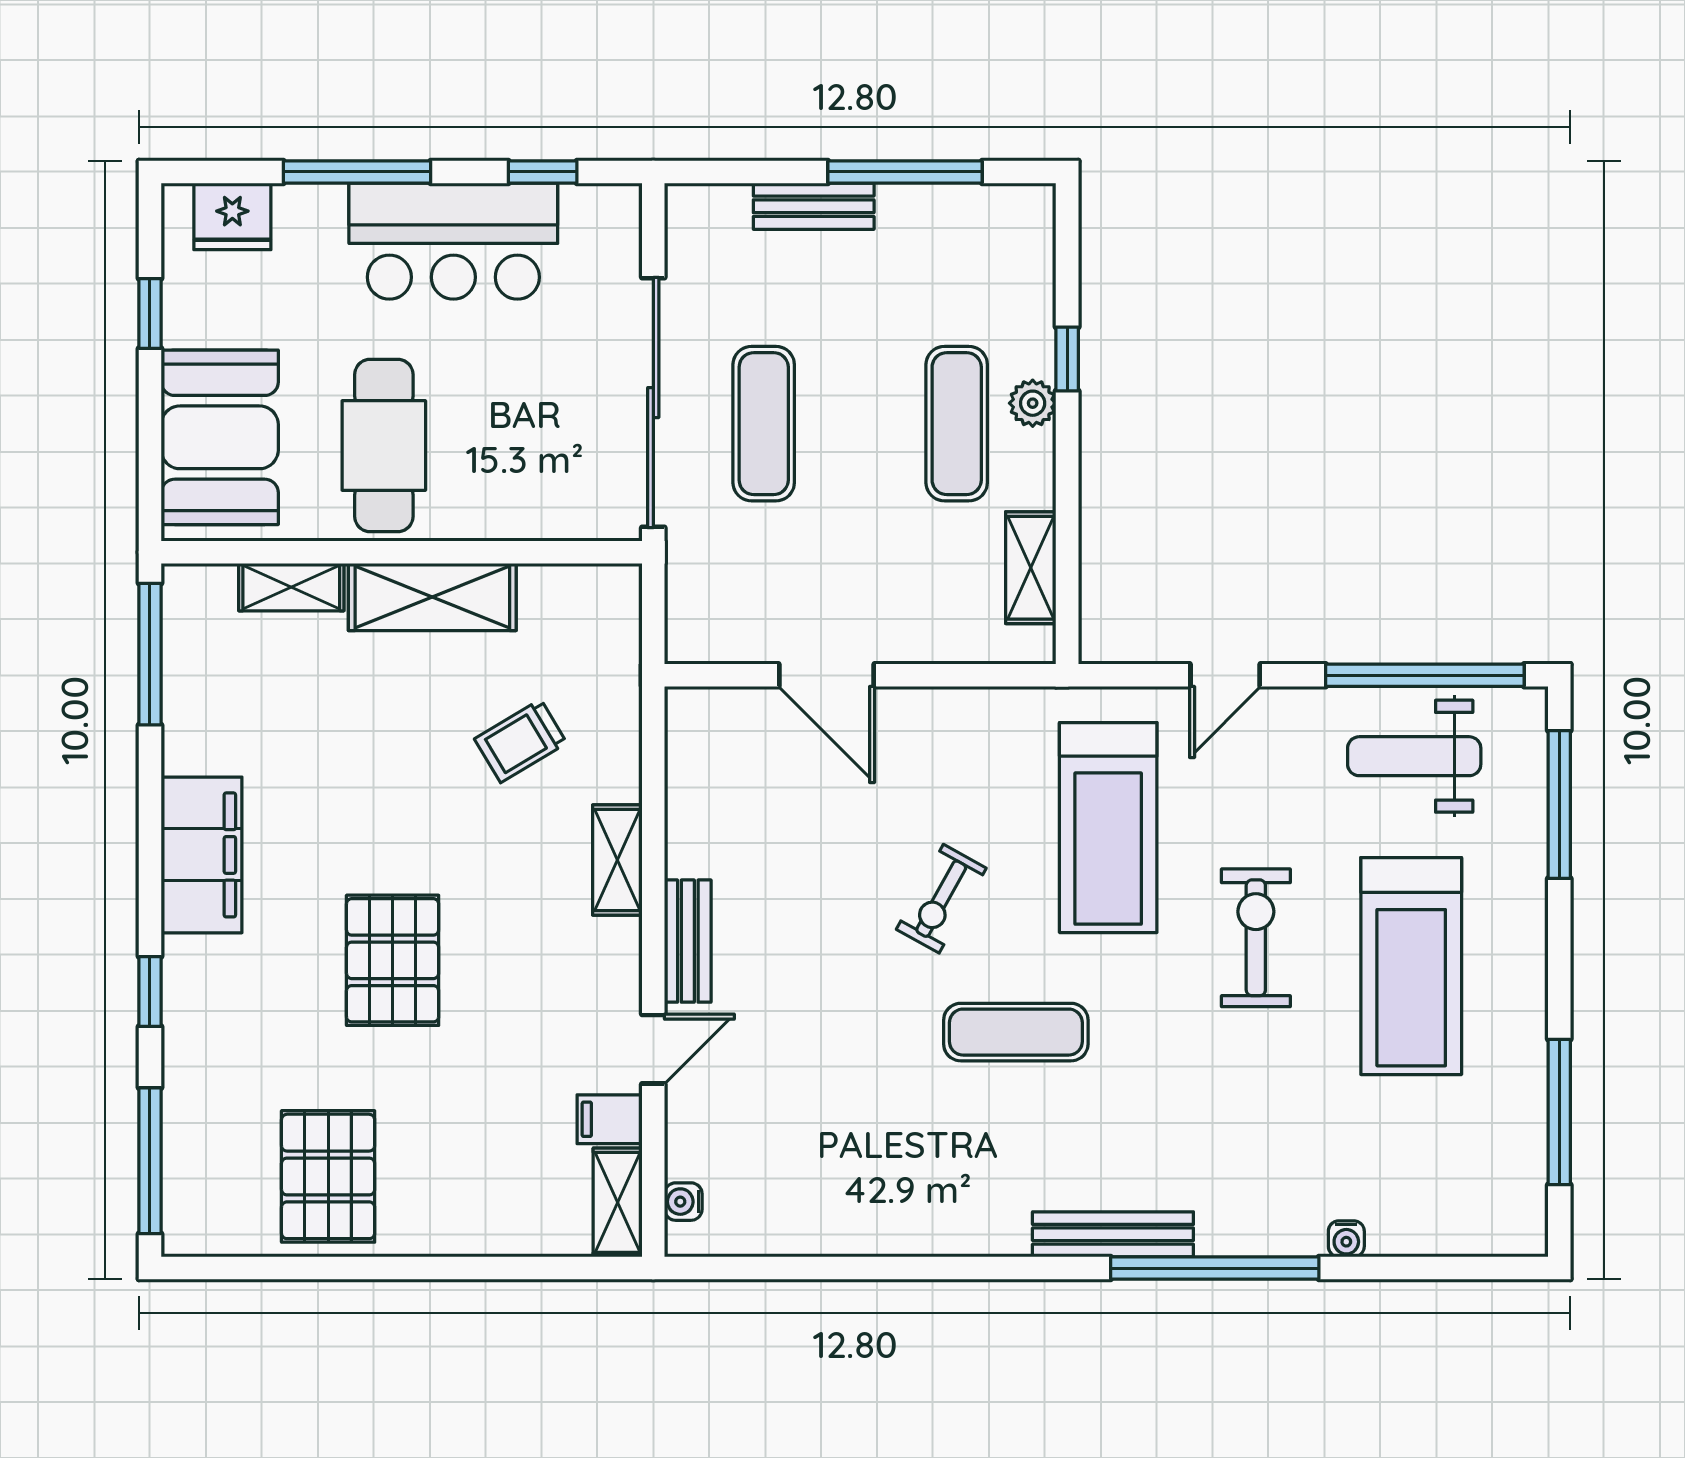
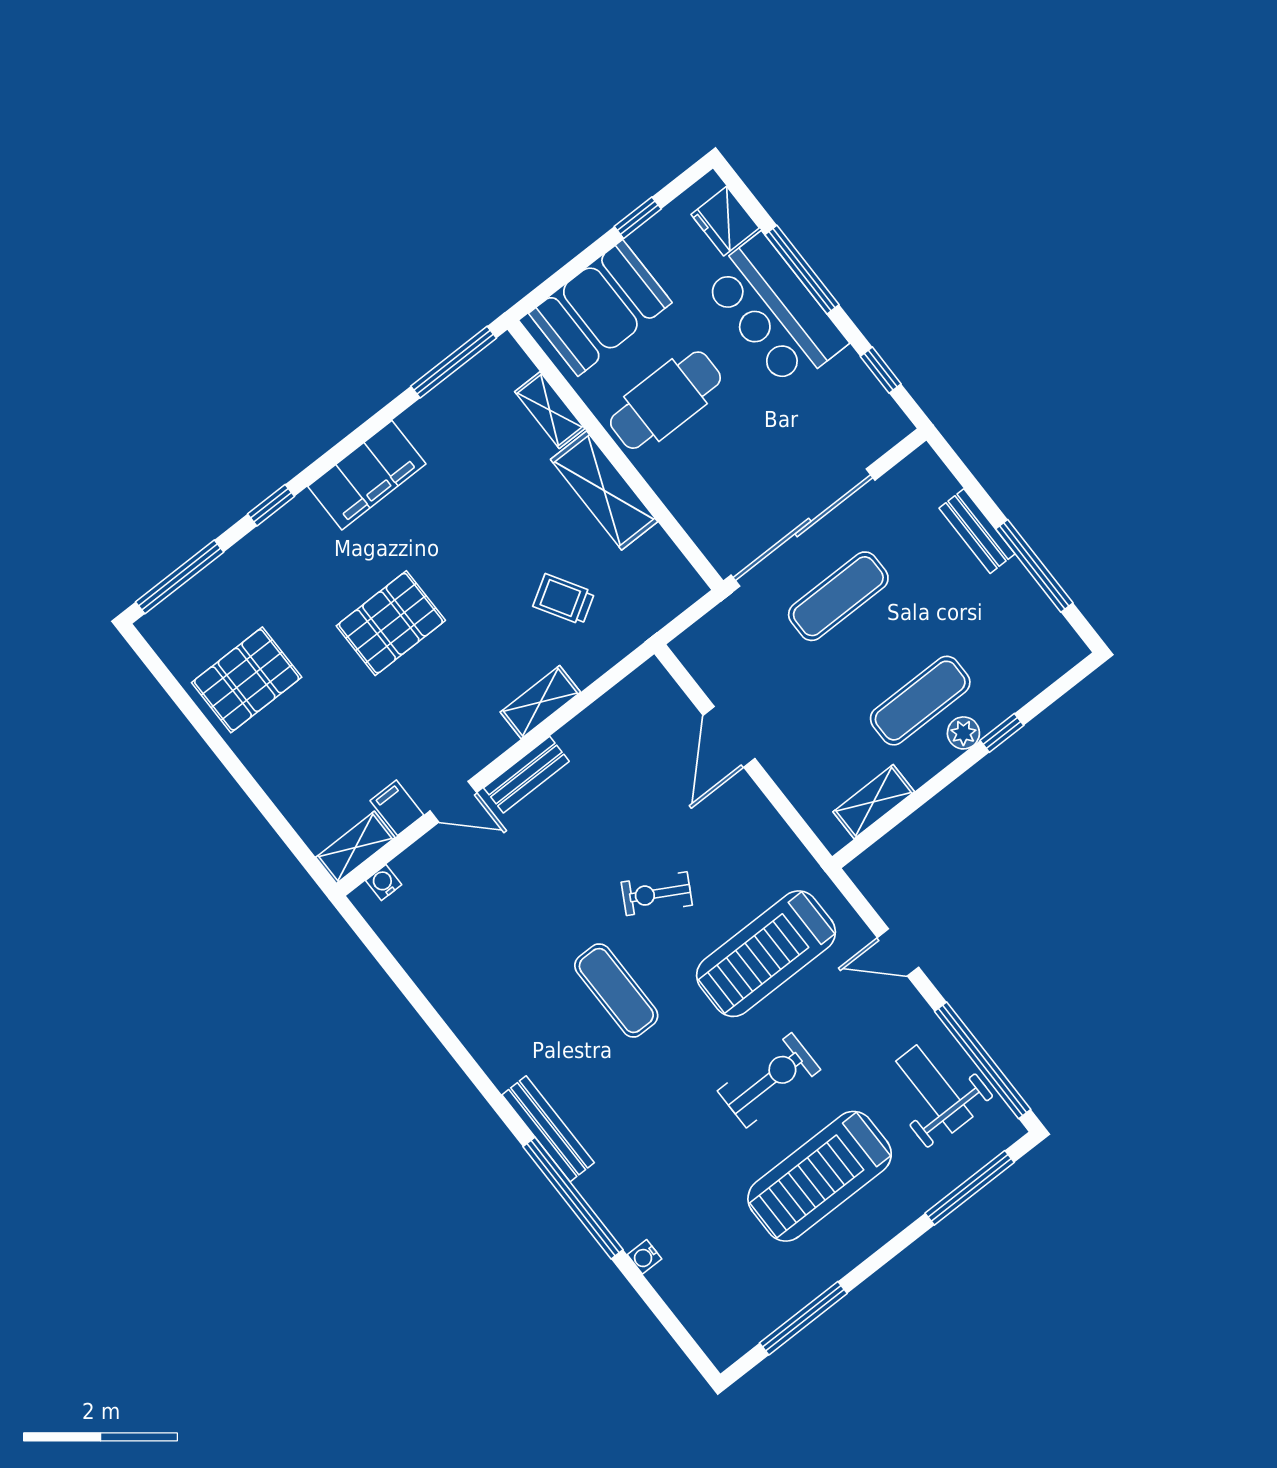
bar counter: (453, 241) -> (774, 311), moved

